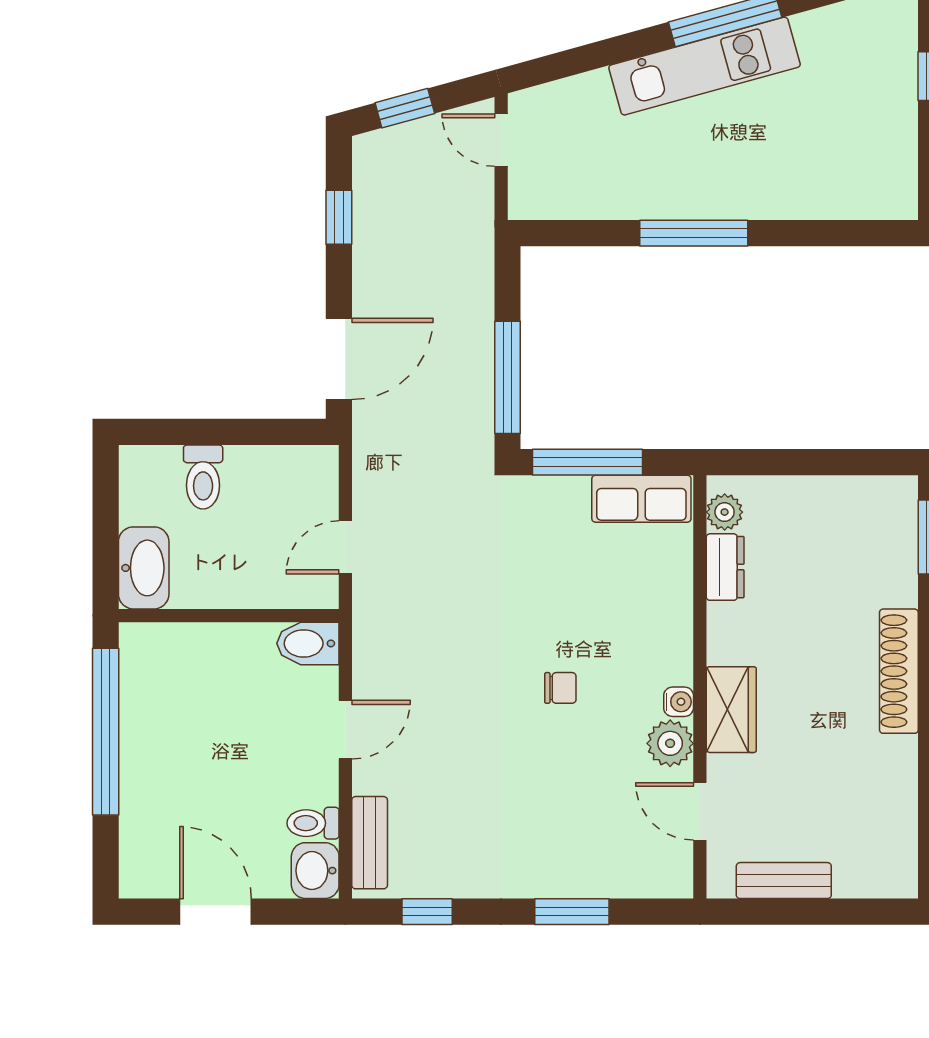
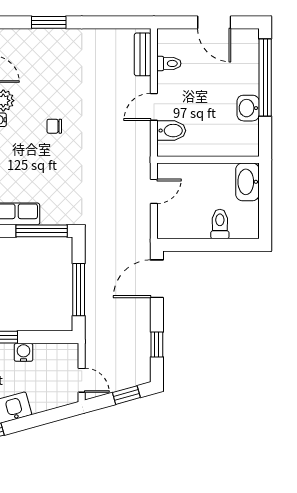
water cooler: (627, 200) -> (23, 352), added
window: (508, 377) -> (79, 290), moved
bidet: (308, 643) -> (171, 131), moved
window: (106, 732) -> (265, 78), moved
washbasin: (315, 871) -> (248, 108), moved, turned 180
window: (427, 912) -> (116, 22), removed

